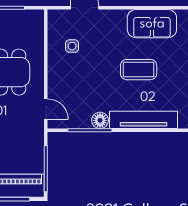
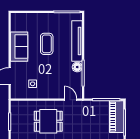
sofa: (152, 24) -> (19, 47), moved
door: (46, 109) -> (70, 100), hinge flipped

